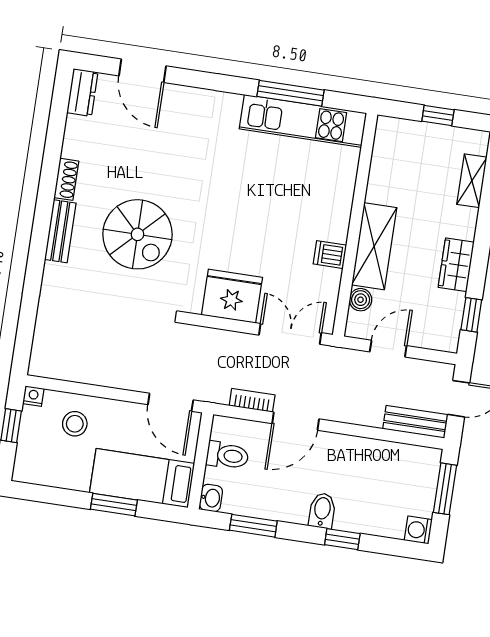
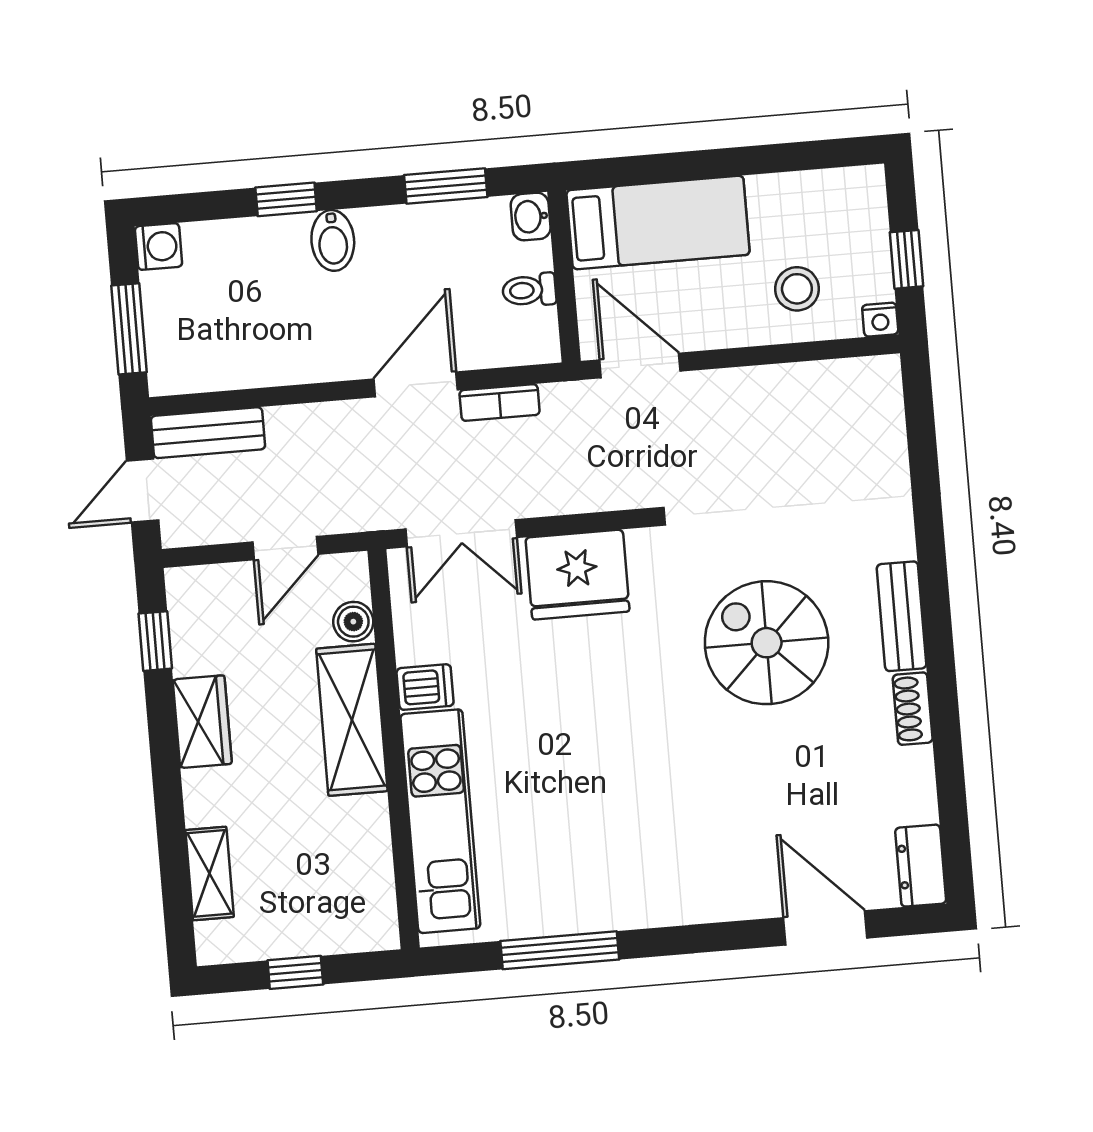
kitchen unit: (303, 121) -> (440, 821), moved, turned 90
toilet: (227, 455) -> (529, 290), width x0.73, depth x0.72
window: (114, 505) -> (696, 165), removed

